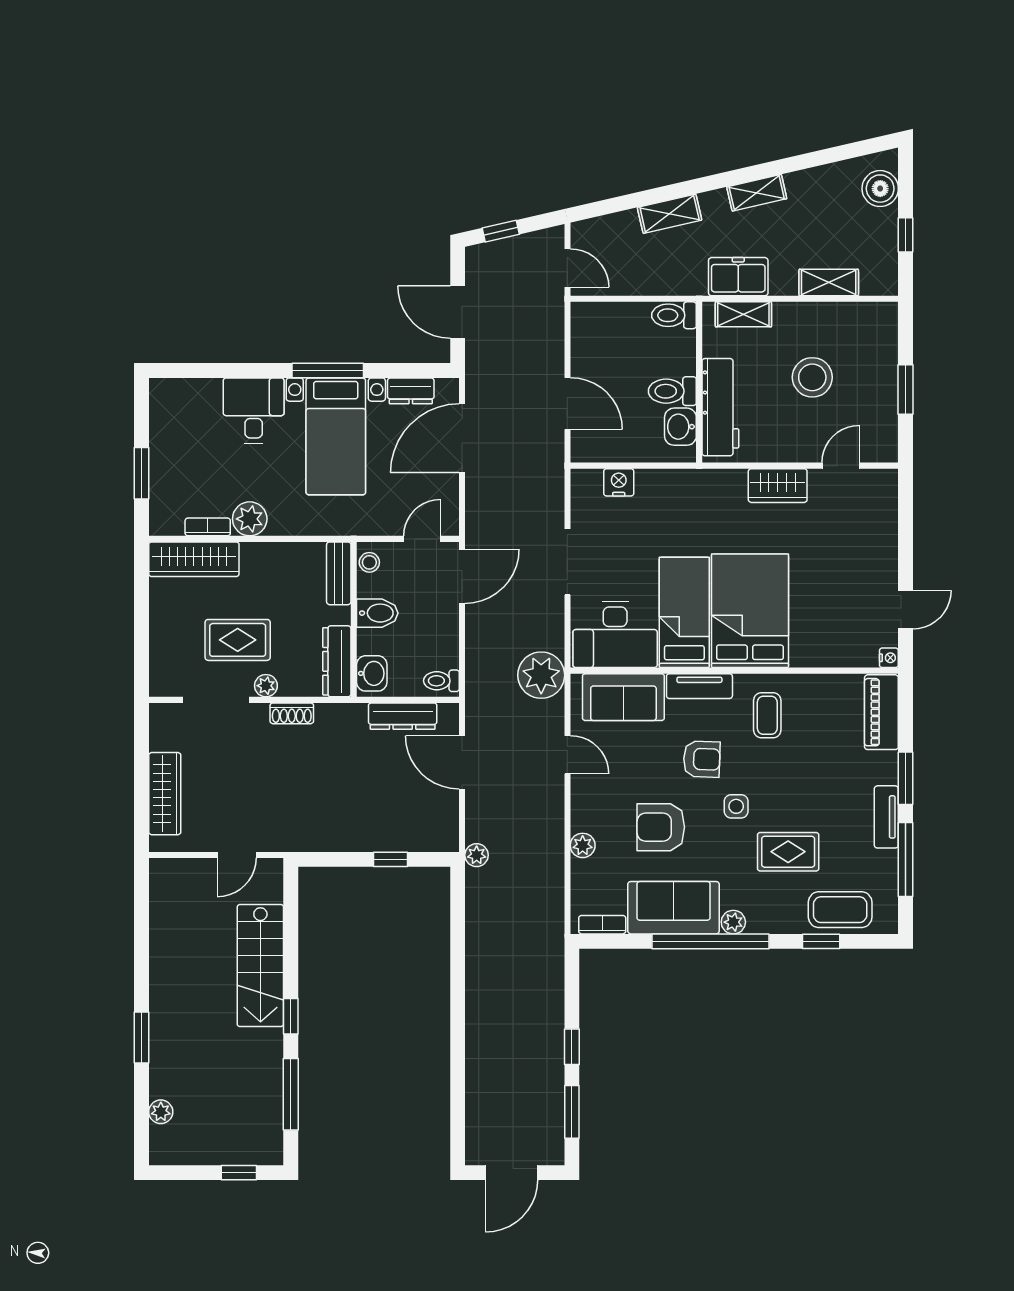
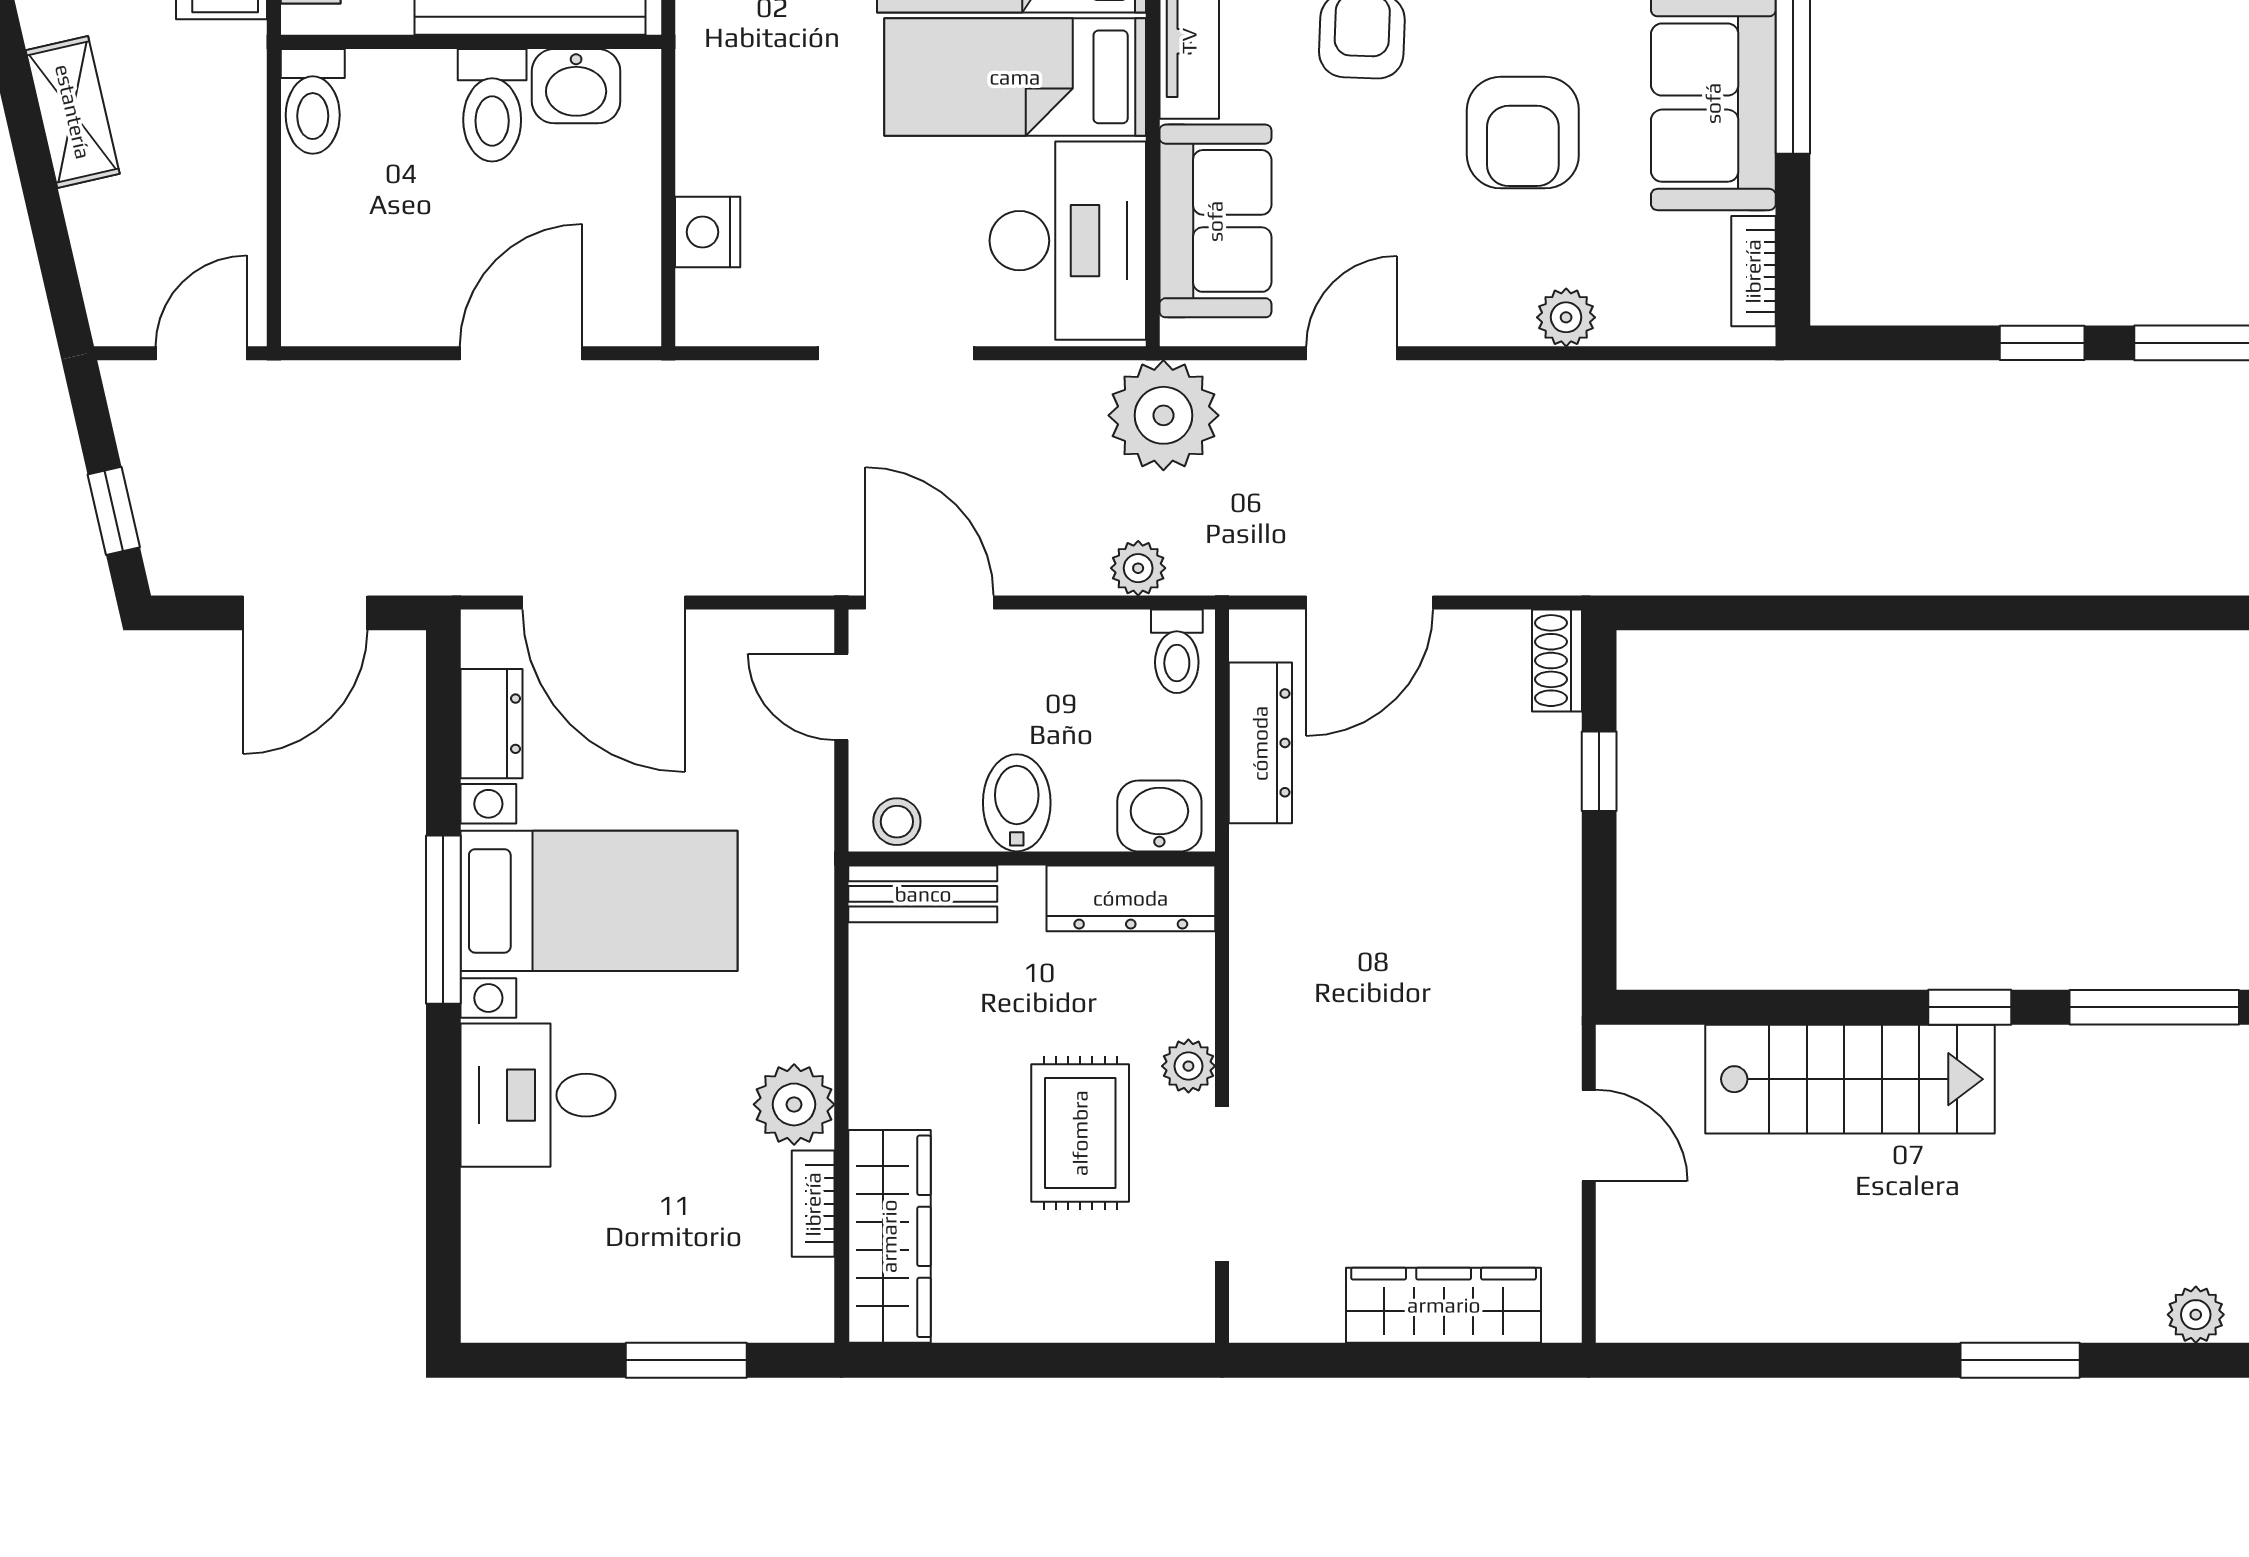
shoe rack: (292, 713) -> (1557, 661), moved, turned 180
plant: (477, 855) -> (1138, 568), moved

